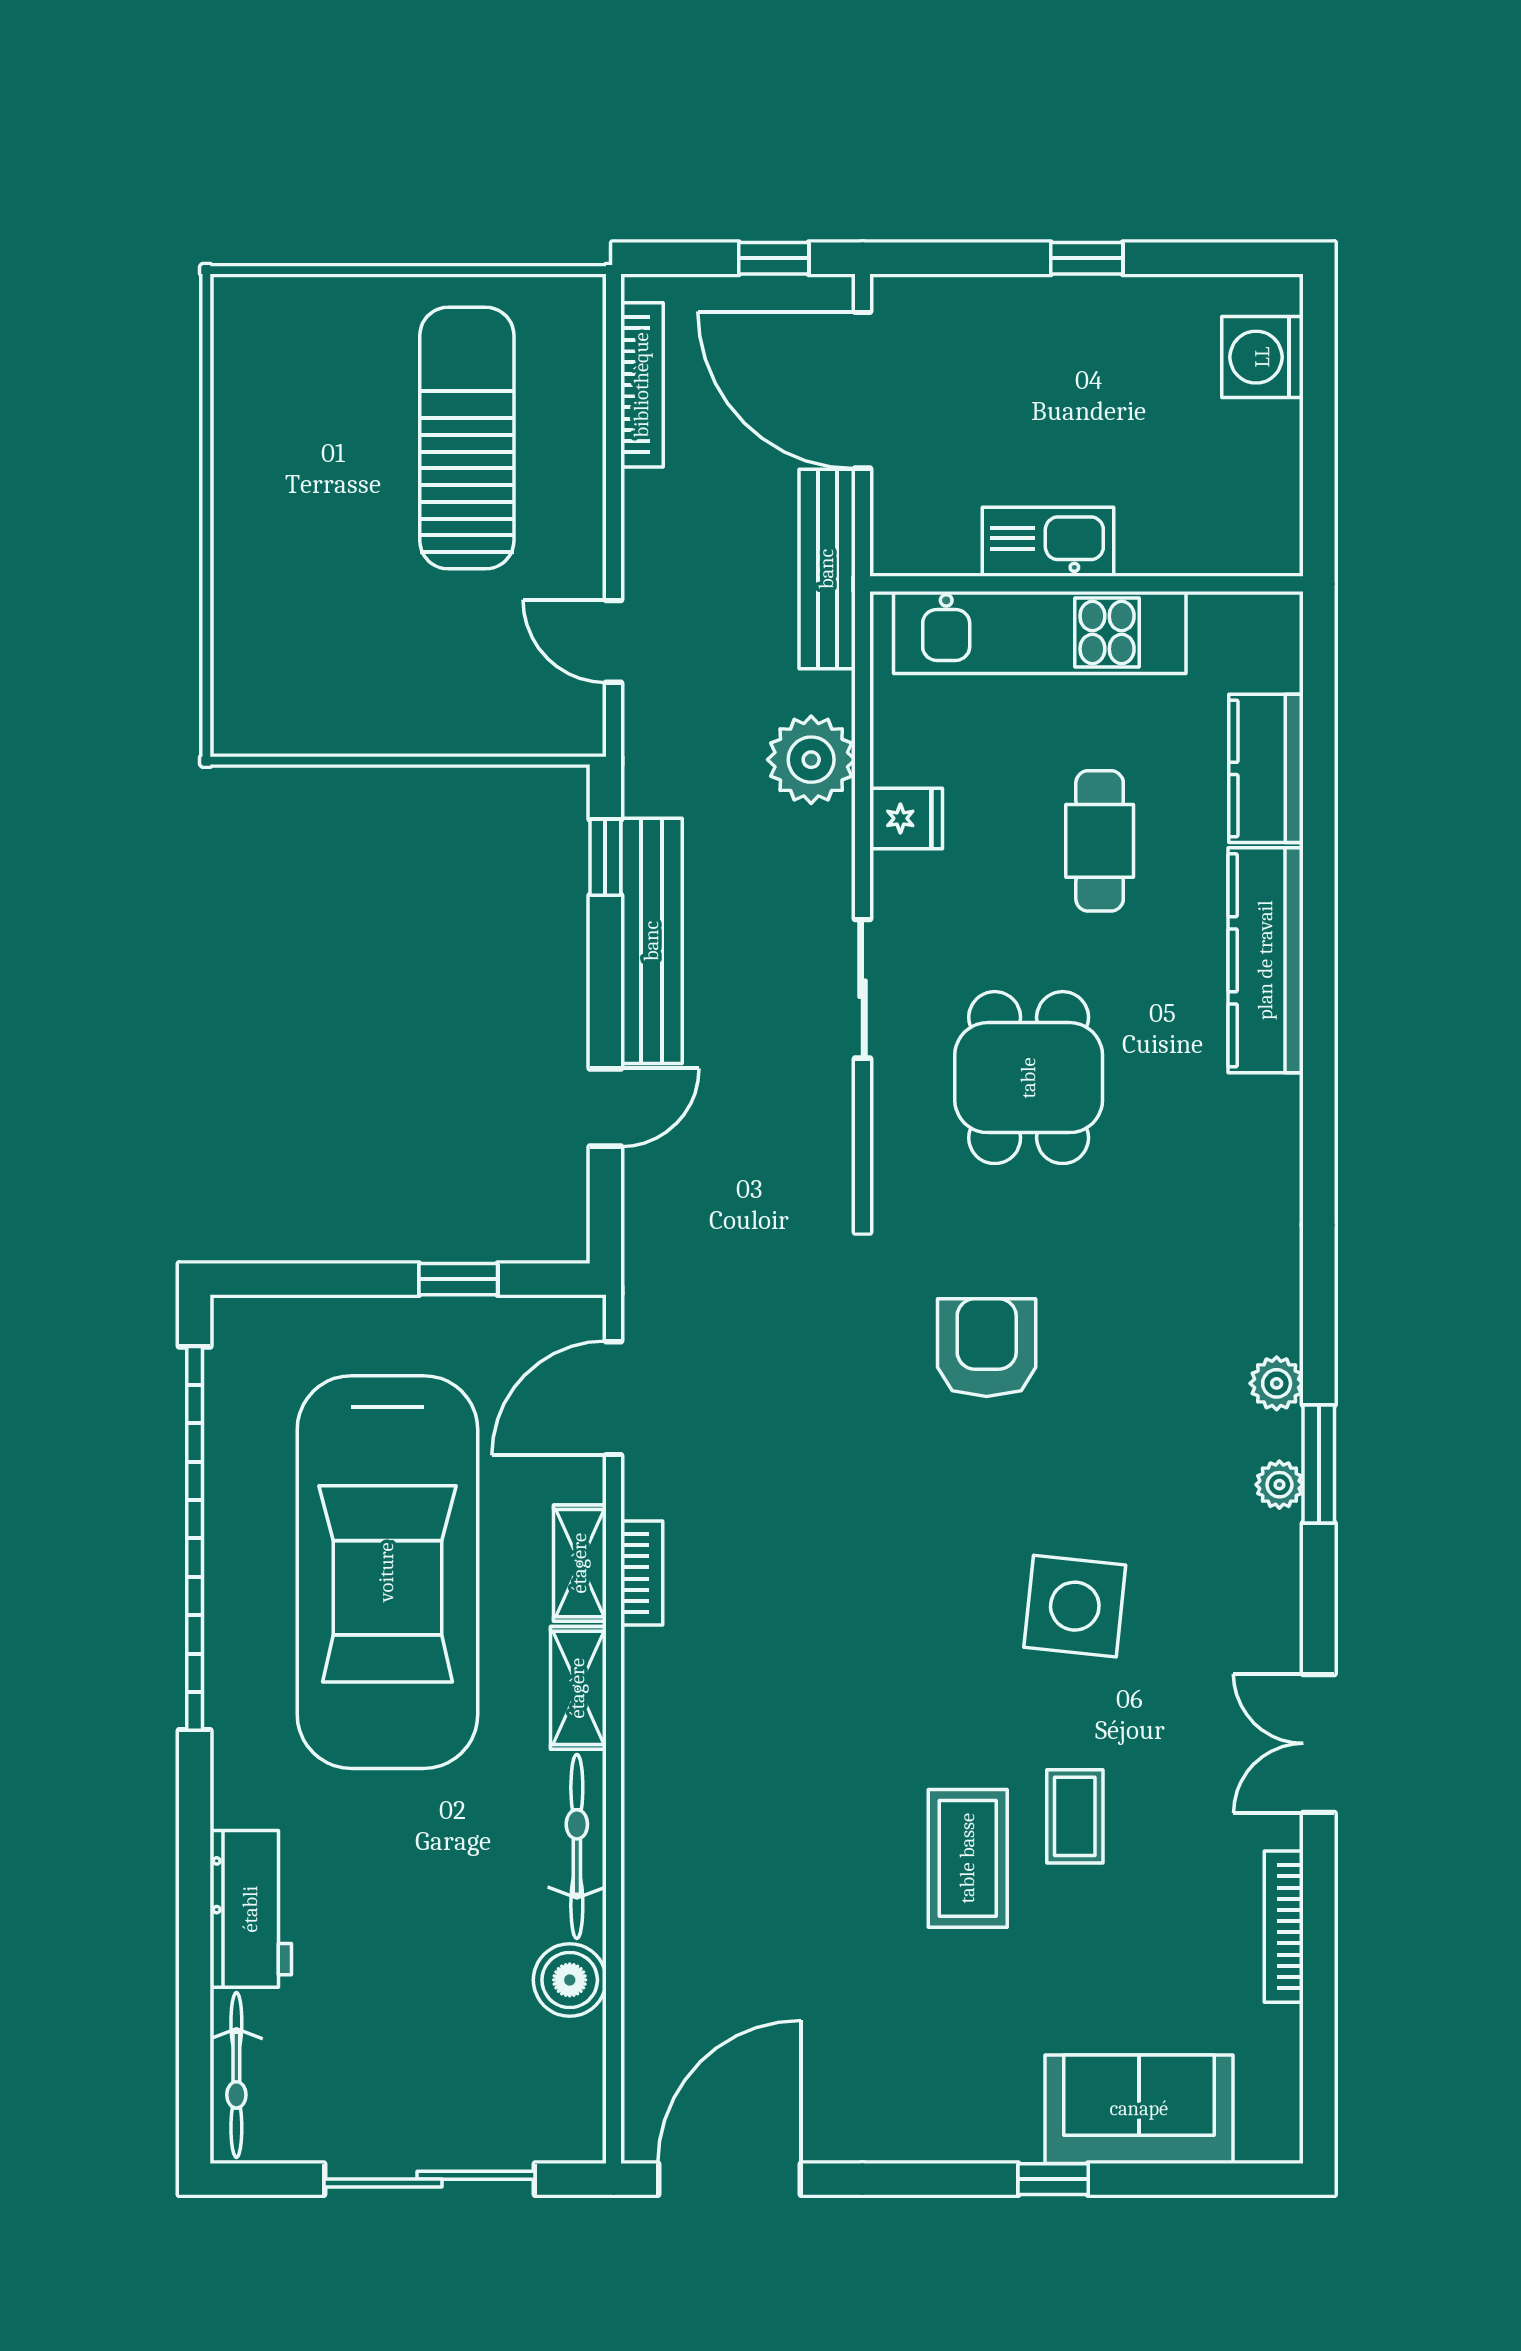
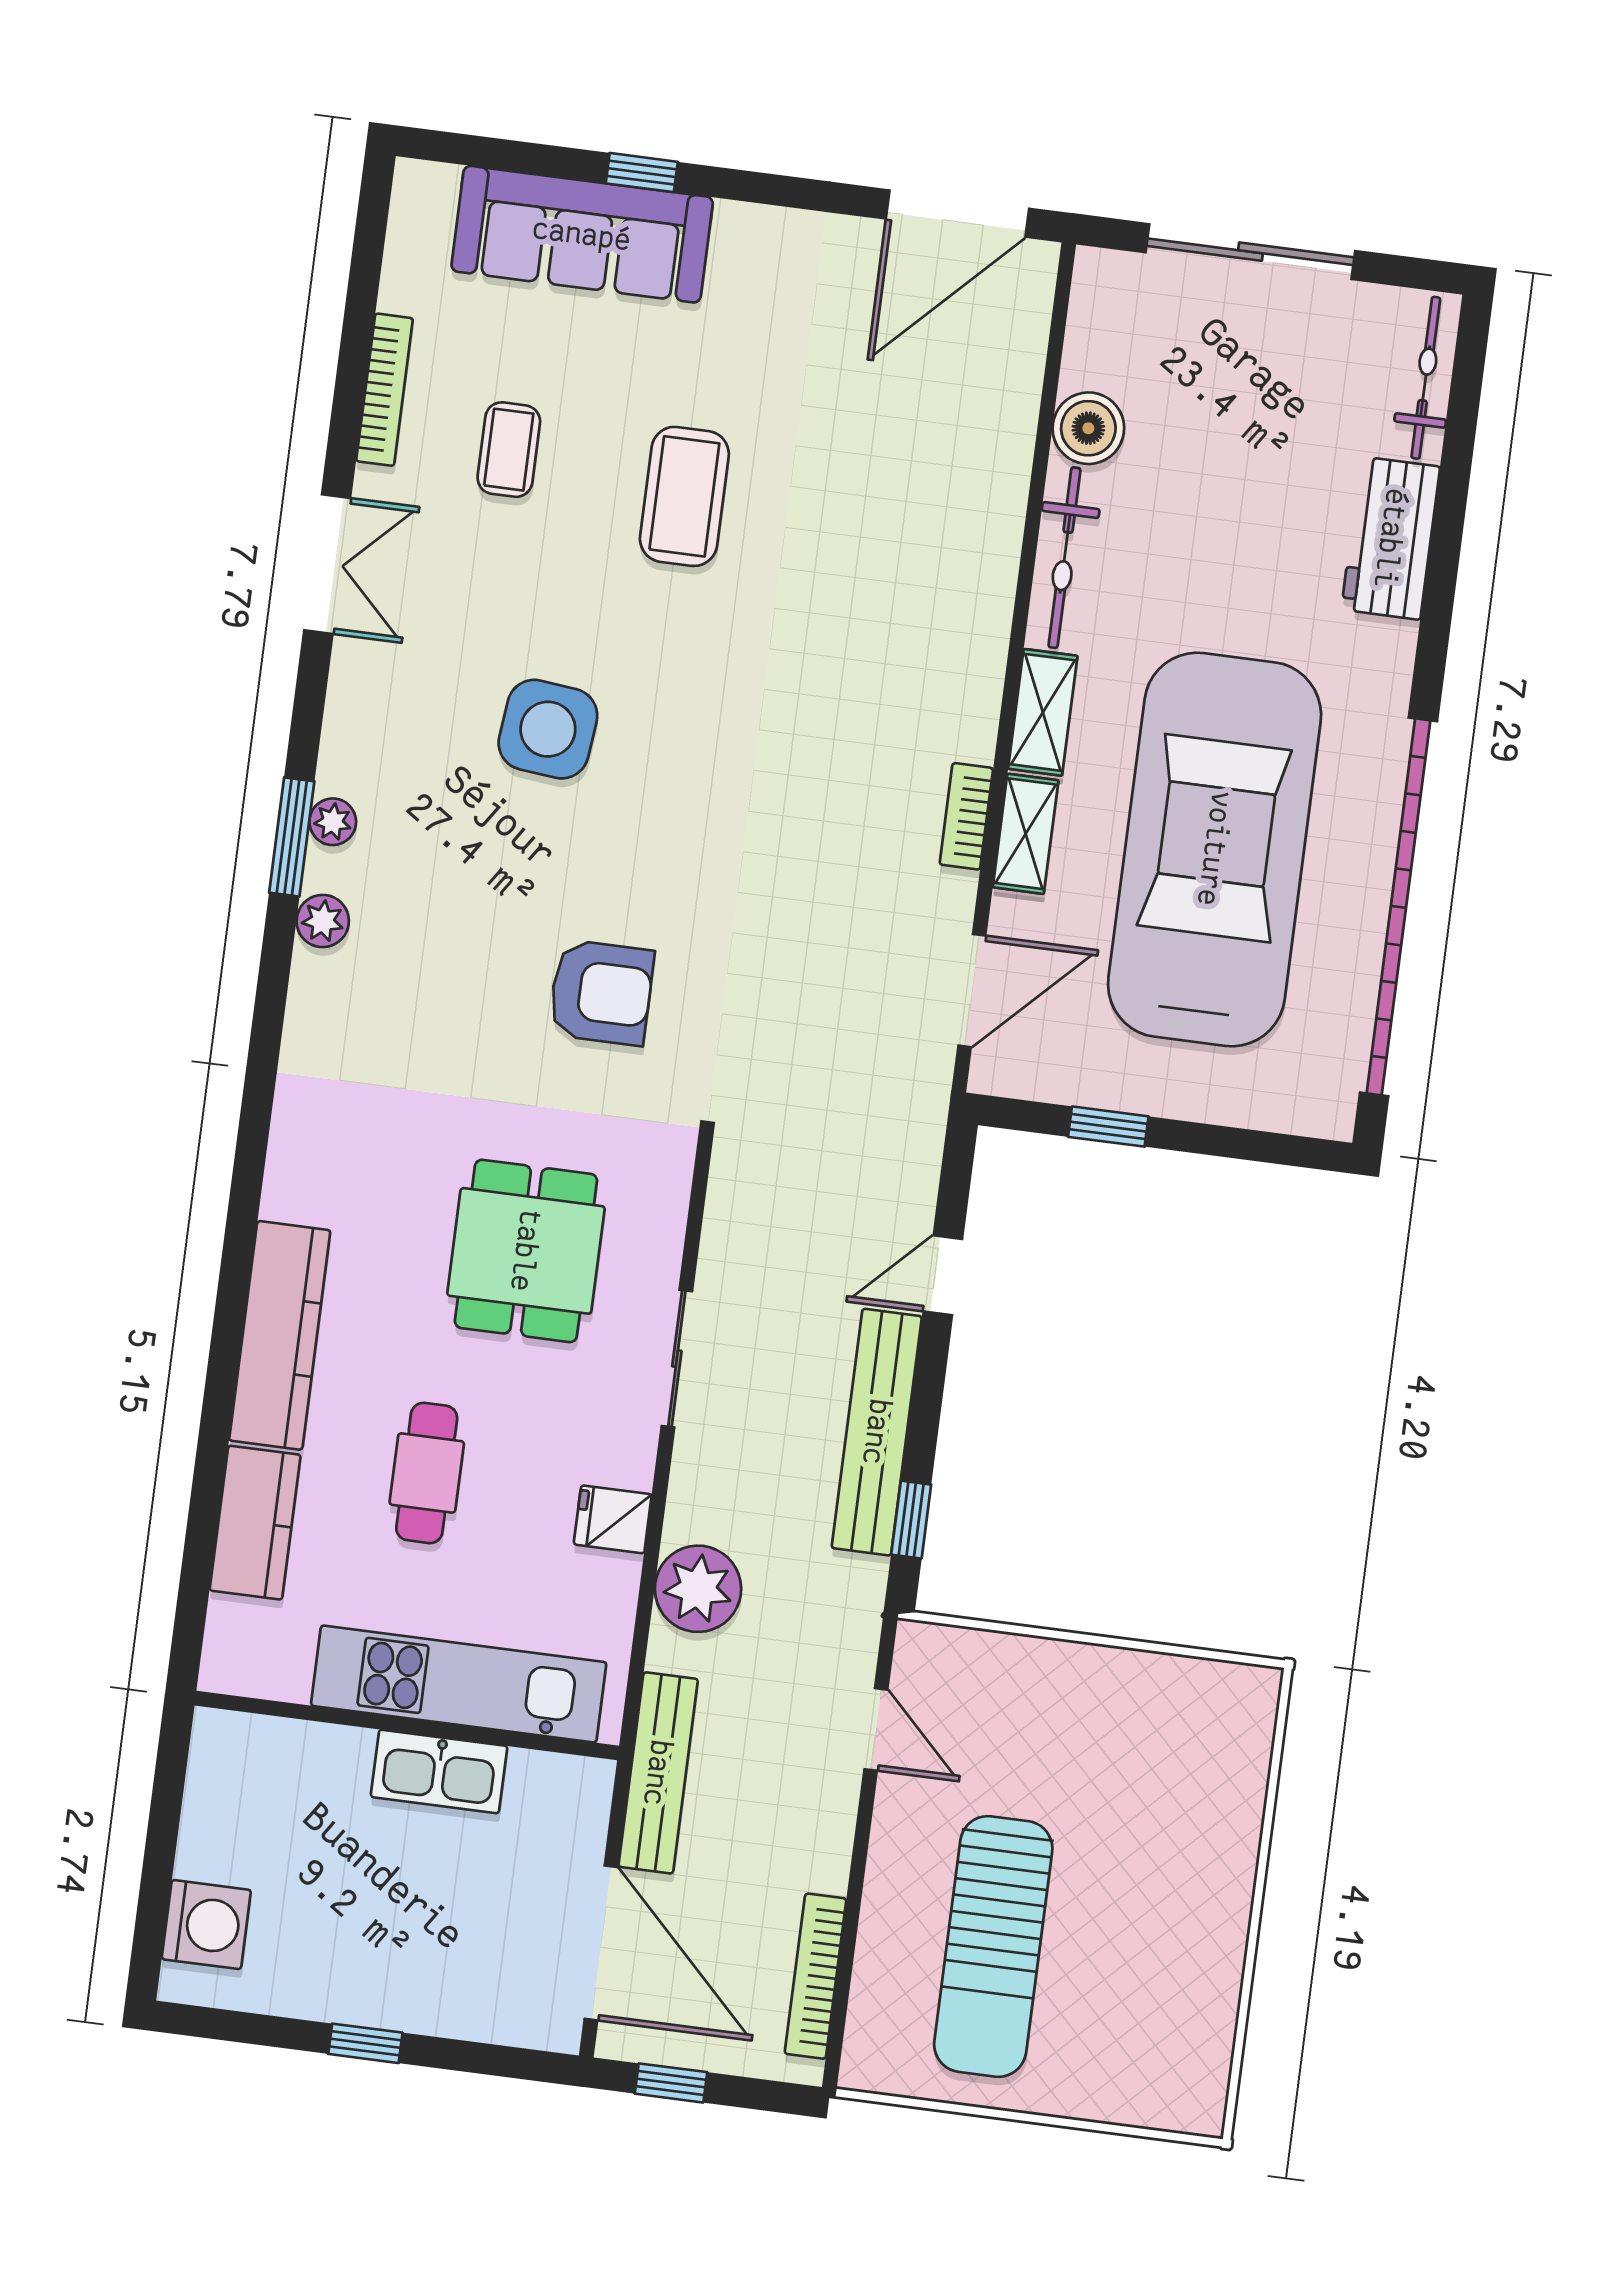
armchair: (987, 1348) -> (601, 993), turned -90
coffee table: (1075, 1816) -> (509, 450), moved
sofa: (1139, 2109) -> (582, 234), width x1.36

